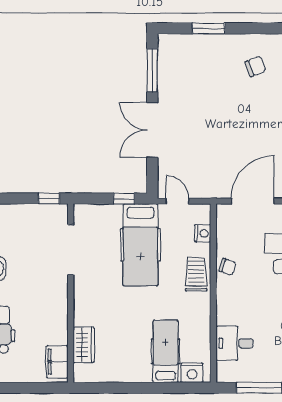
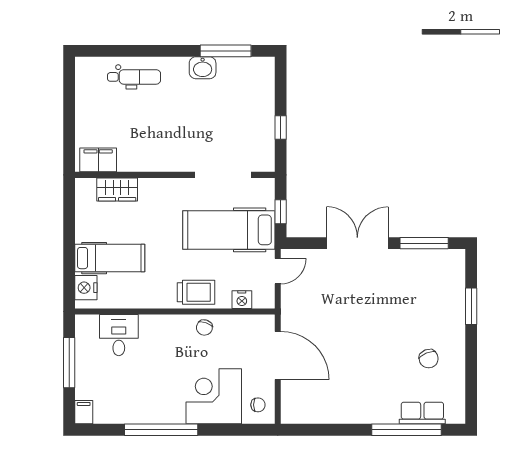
doorway: (71, 250) -> (223, 175), moved
wall: (71, 293) -> (175, 175), moved
wardrobe: (84, 345) -> (117, 189), moved
filing cabinet: (57, 362) -> (98, 160), moved

